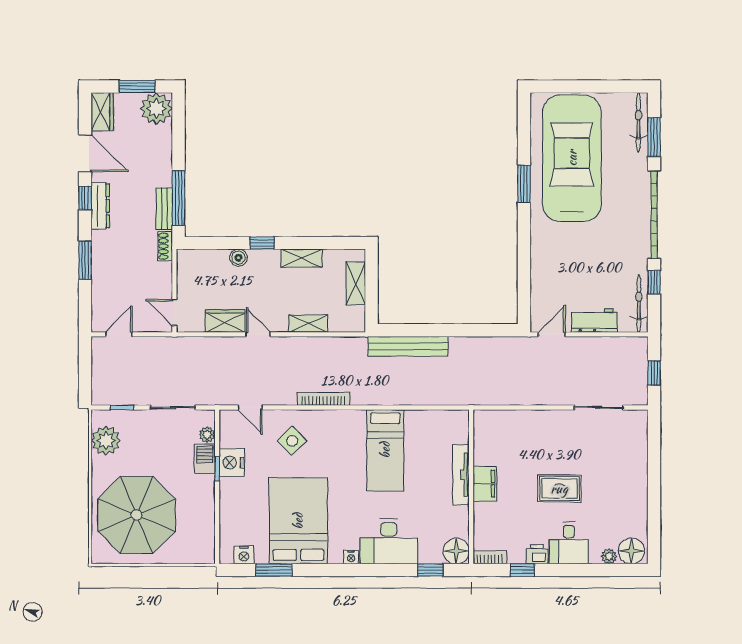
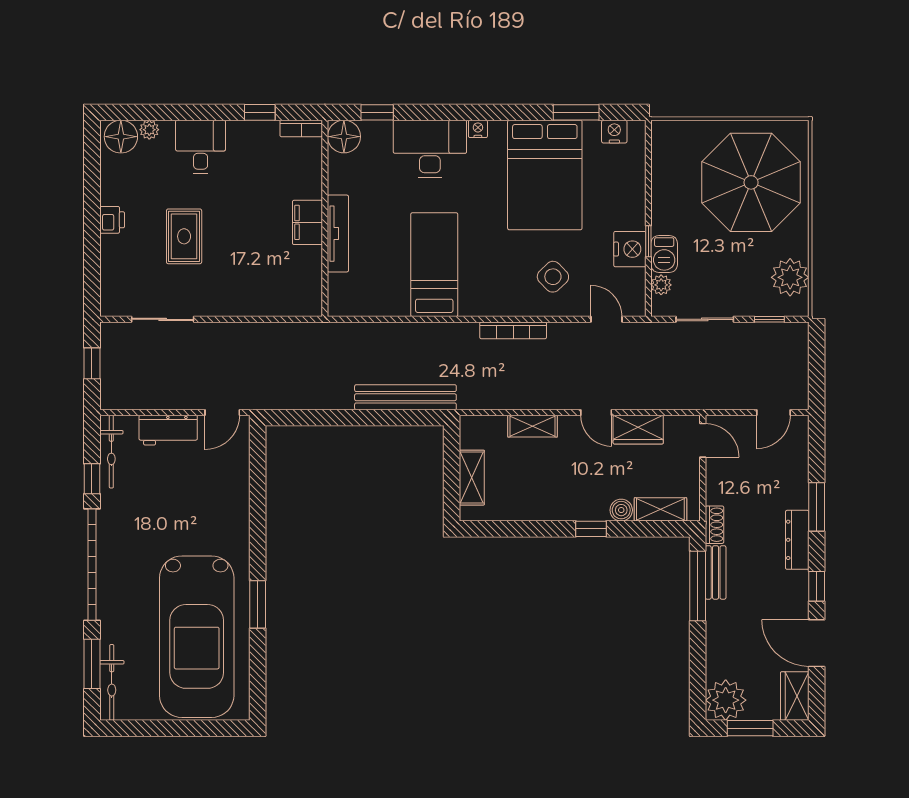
dresser: (100, 206) -> (797, 540), moved
shelving: (302, 258) -> (660, 509), moved
rug: (559, 489) -> (184, 236), moved, turned 90
printer: (537, 554) -> (112, 220), moved, turned -90

